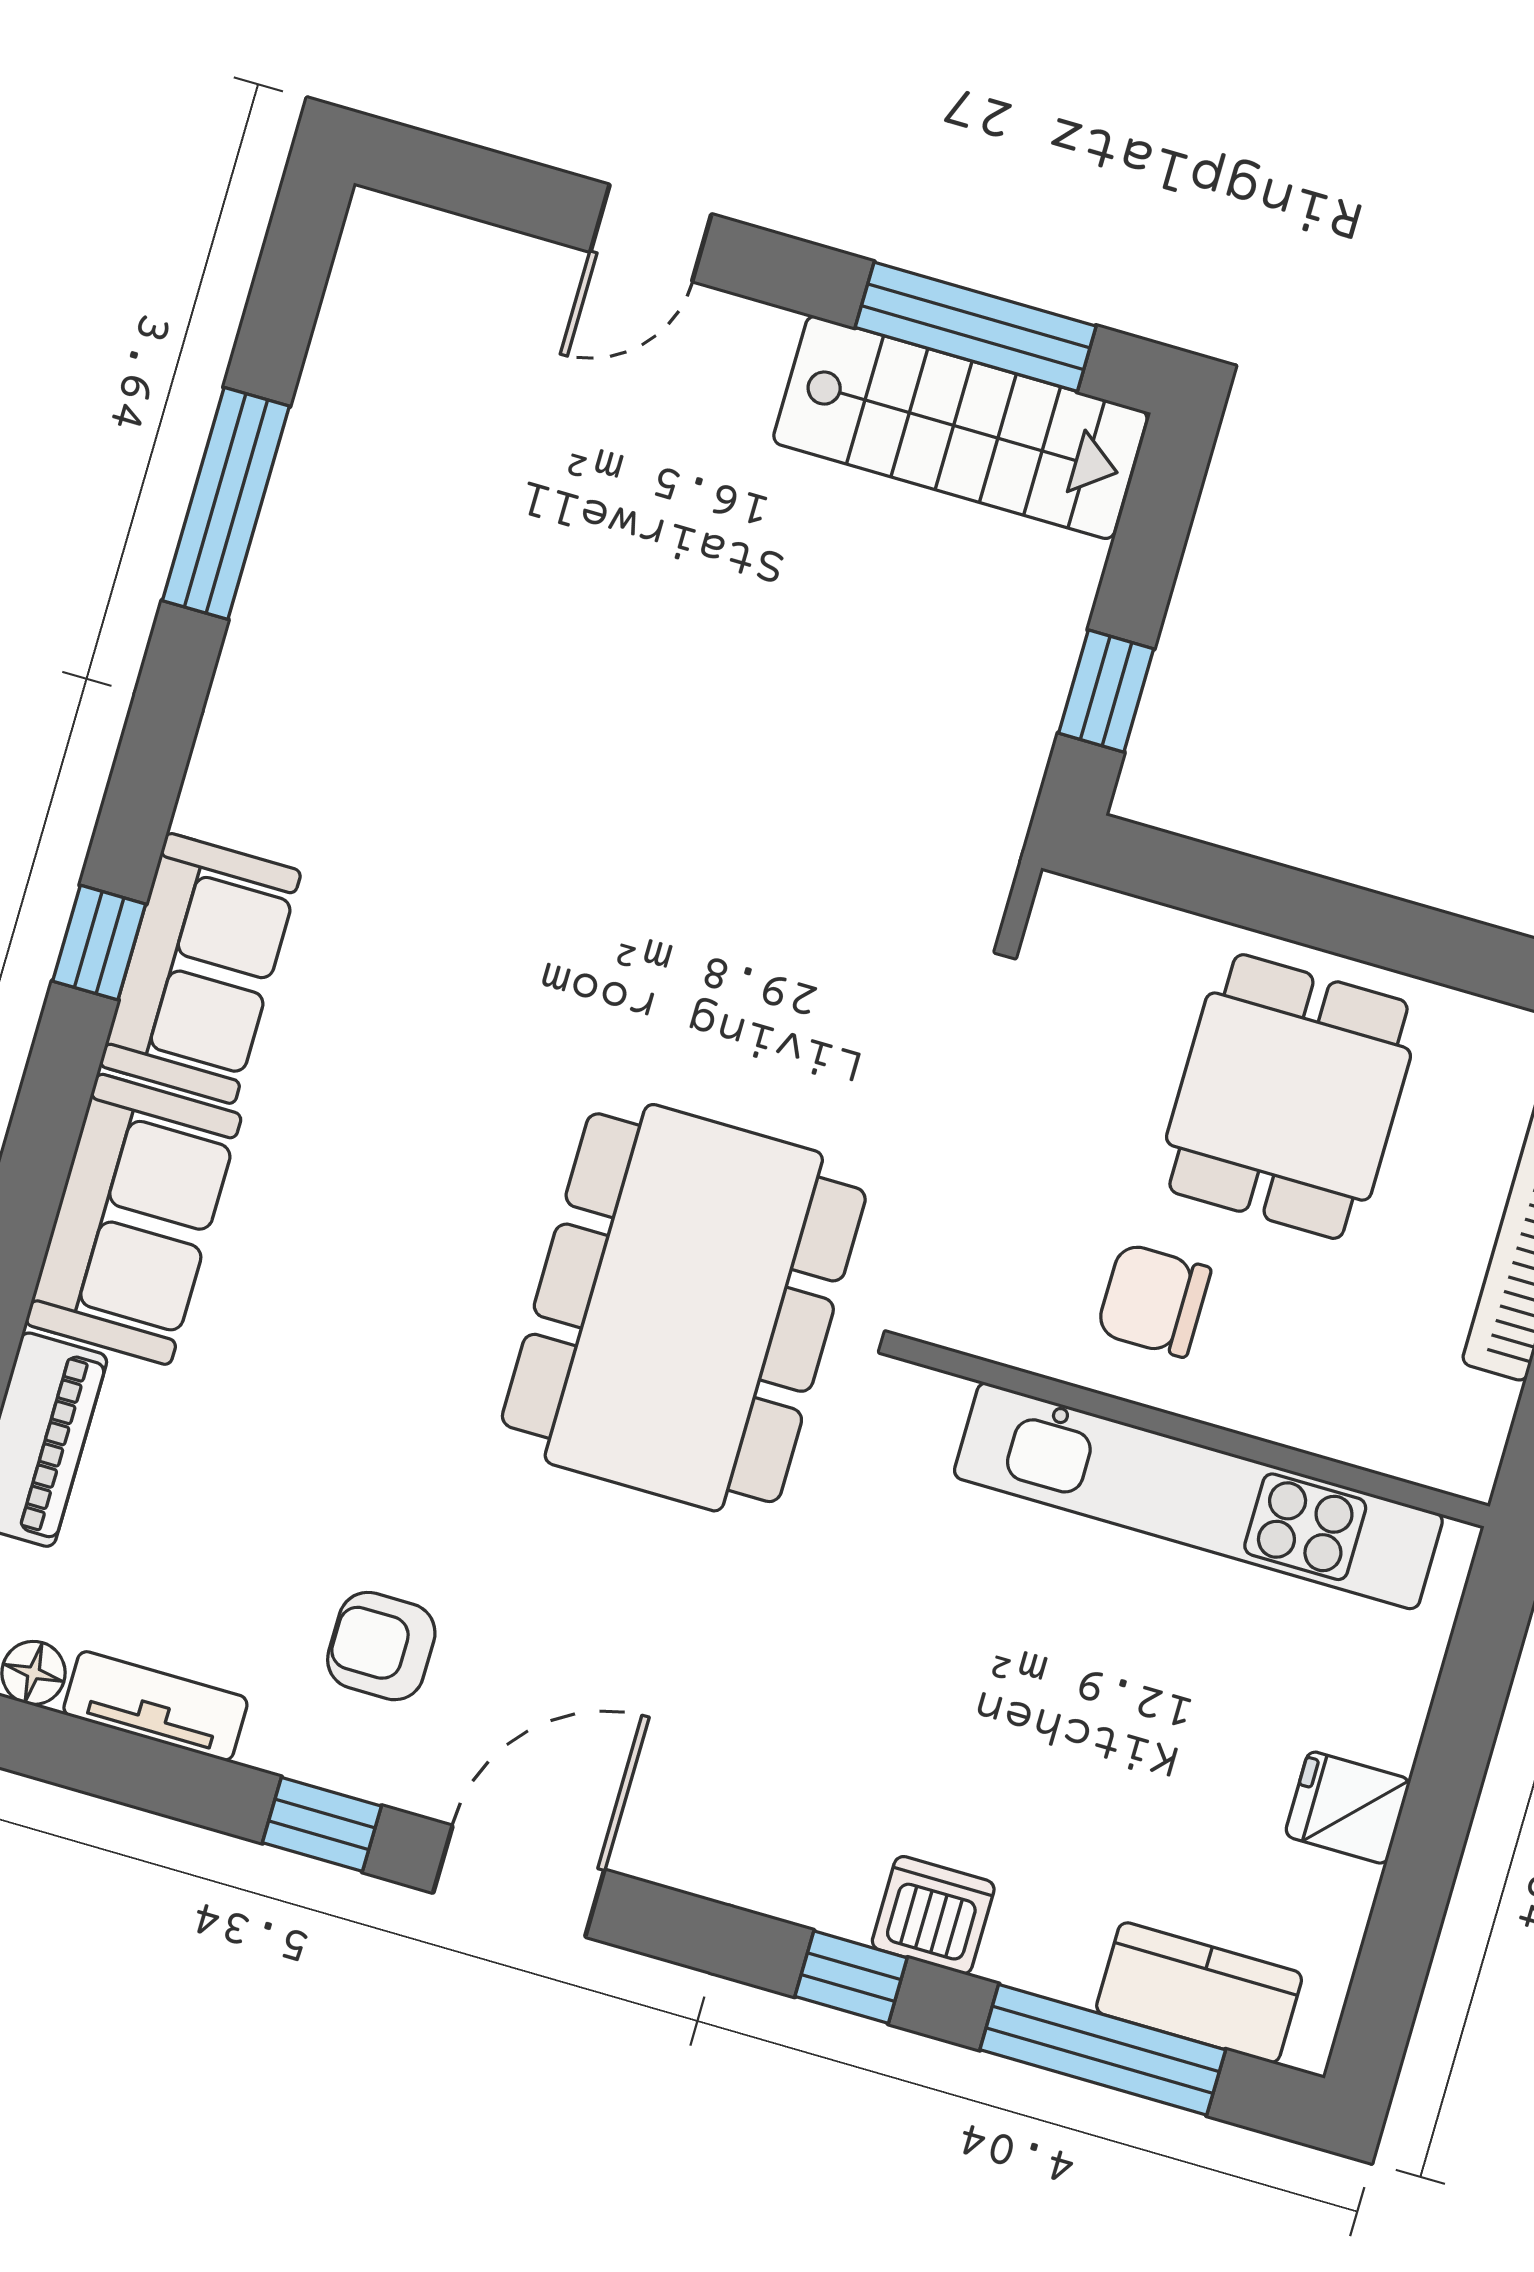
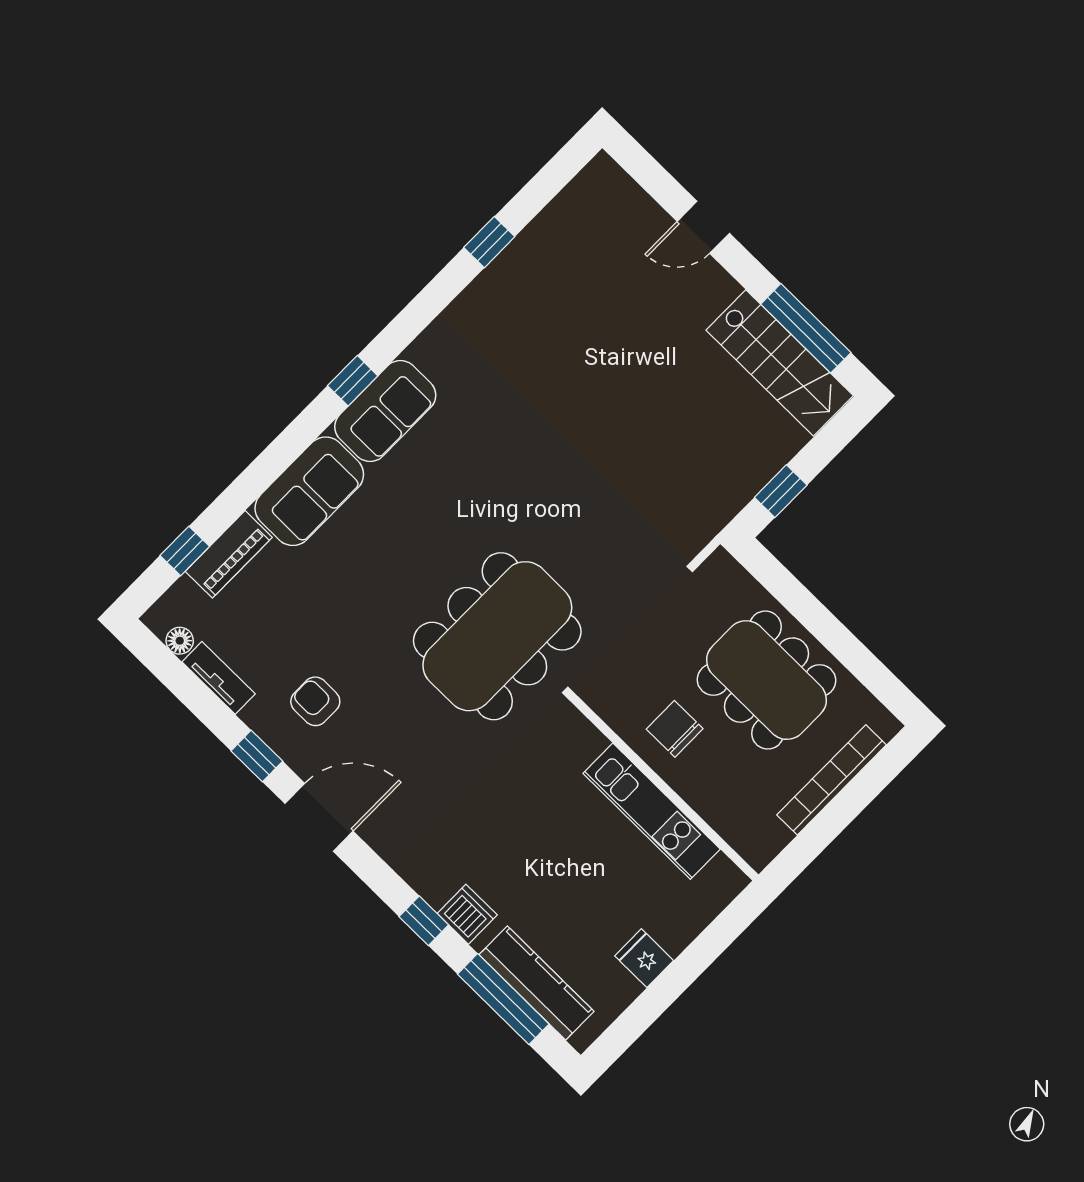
window: (226, 503) -> (489, 242), width x0.46
dining table: (1288, 1097) -> (766, 680), width x1.38
kitchen unit: (1198, 1496) -> (652, 811), width x0.73
kitchen counter: (1199, 1993) -> (536, 983), width x1.50

